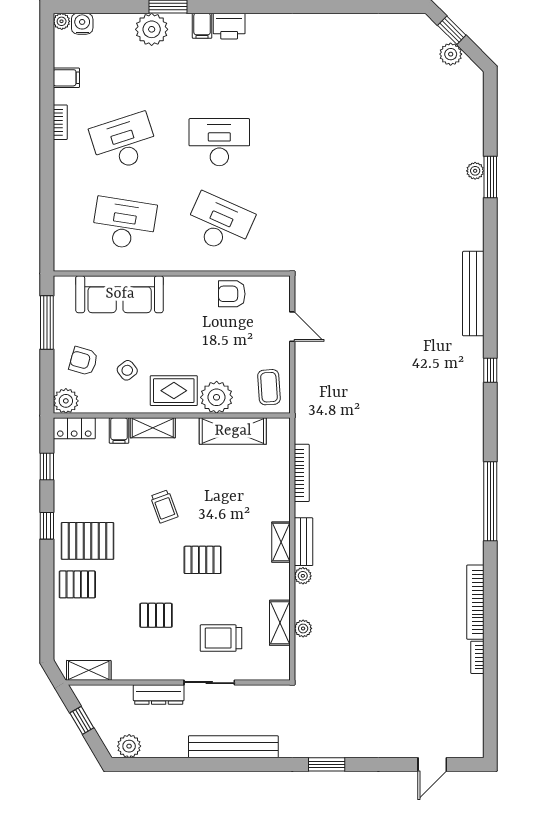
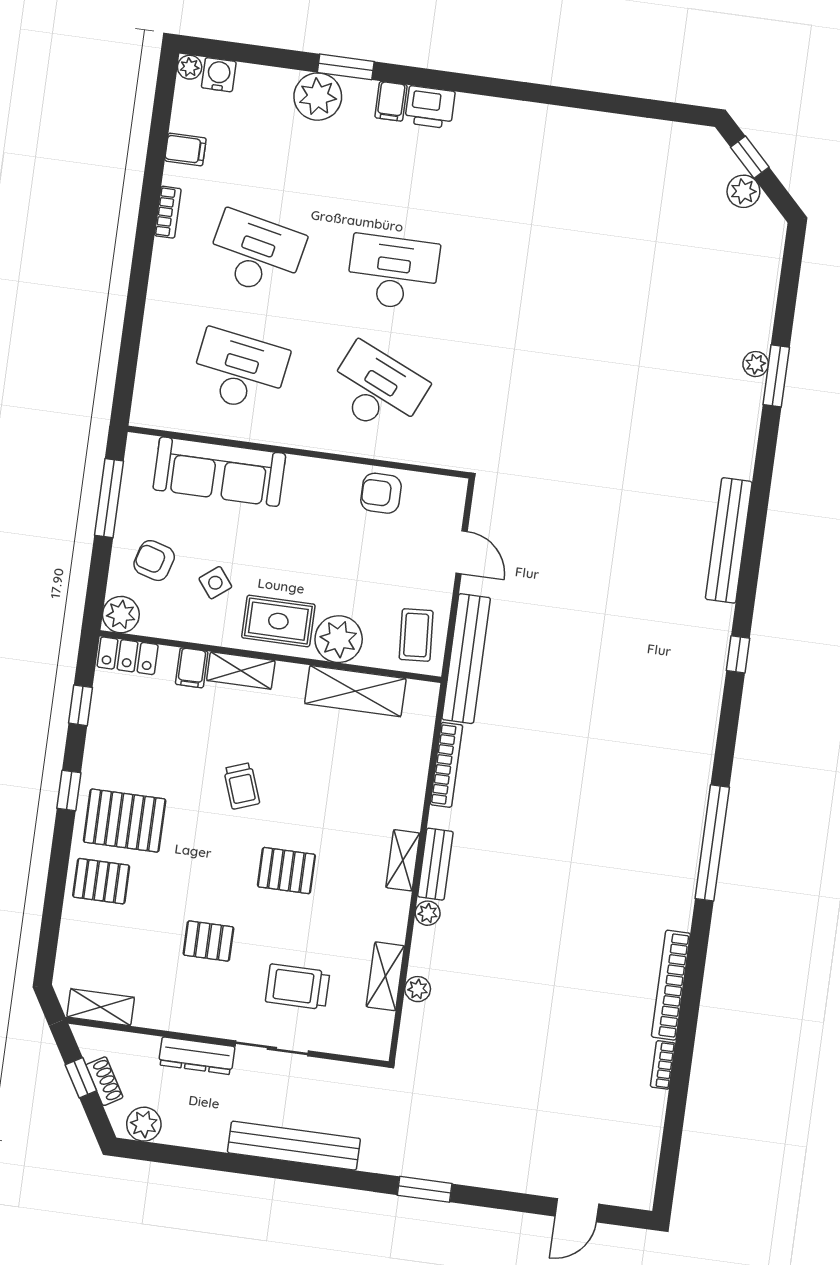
desk: (124, 142) -> (256, 254), turned 30
bench: (305, 399) -> (466, 659), added
shoe rack: (98, 721) -> (104, 1081), added

